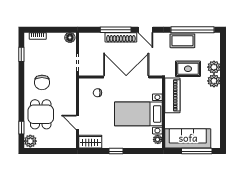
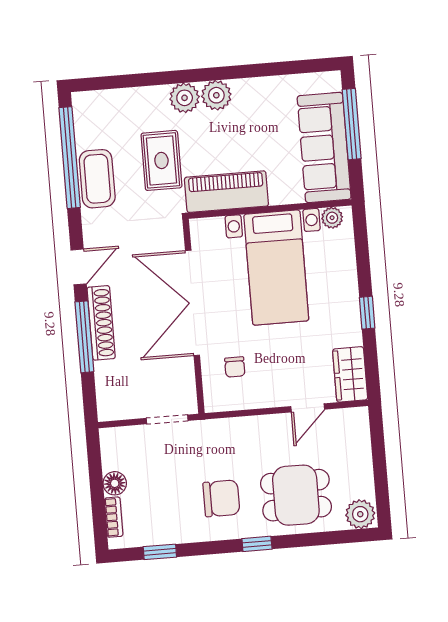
floor lamp: (70, 38) -> (115, 483), moved
plant: (214, 67) -> (216, 95), moved
window: (21, 128) -> (257, 544), moved

